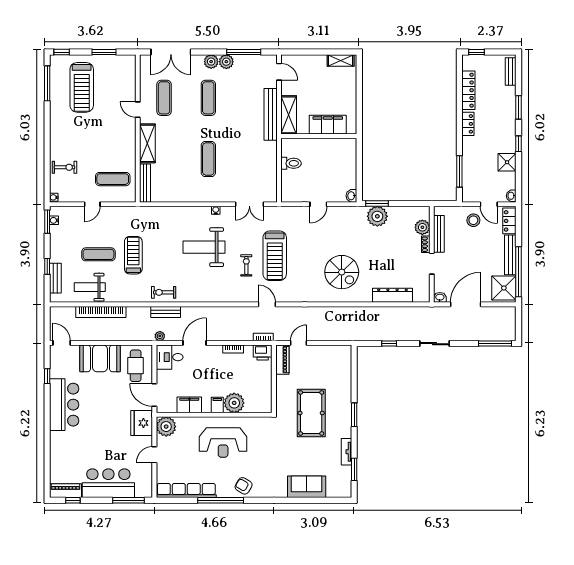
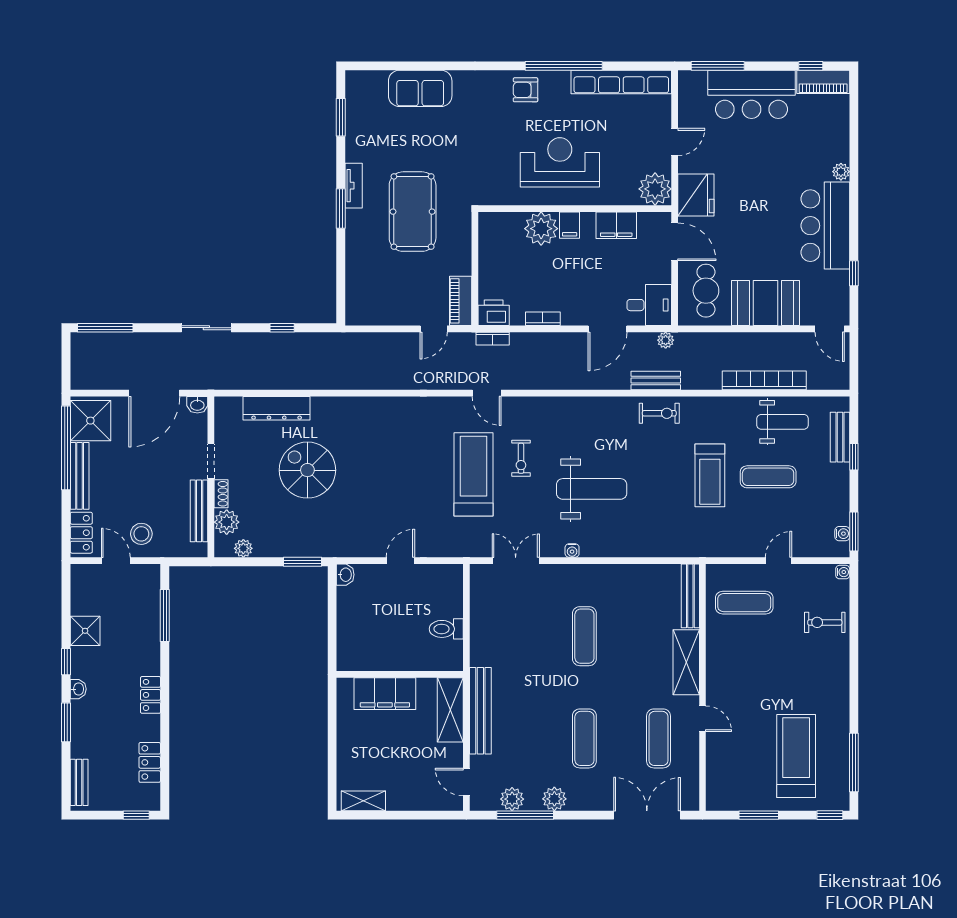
plant: (211, 62) -> (512, 799), moved
locker: (468, 90) -> (150, 762), width x0.66
washbasin: (511, 196) -> (78, 689), moved
plant: (377, 216) -> (243, 548), moved, width x0.53, depth x0.53
spiral stairs: (342, 272) -> (307, 470), moved
plant: (55, 437) -> (841, 172), added
tv unit: (346, 452) -> (354, 186), moved
armchair: (244, 486) -> (526, 90), turned 149

